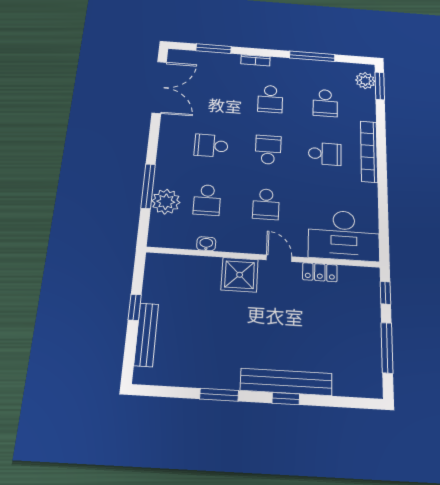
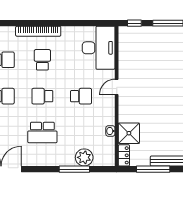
school desk: (211, 146) -> (42, 132), width x1.85
school desk: (207, 200) -> (81, 132), removed
locker: (320, 272) -> (124, 155), moved
shower: (240, 275) -> (129, 133), moved
window: (135, 307) -> (153, 169), width x2.17

